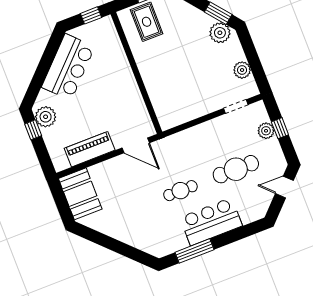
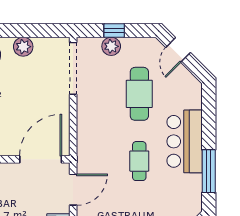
plant: (242, 70) -> (23, 47), moved
doorway: (236, 107) -> (73, 68), width x1.88
door: (150, 109) -> (41, 159), added

